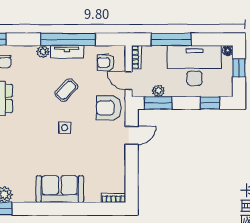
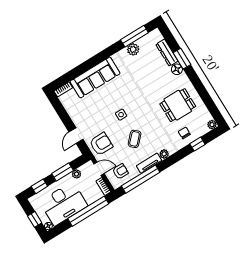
window: (68, 39) -> (141, 179), moved
window: (171, 39) -> (88, 211), width x1.46
window: (158, 103) -> (63, 172), moved
sofa: (60, 189) -> (95, 77), width x1.36

